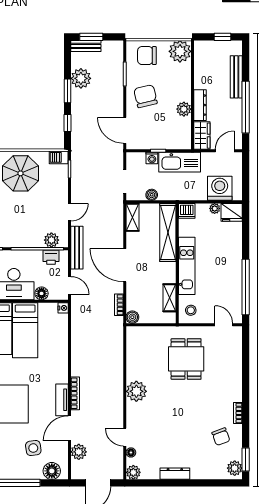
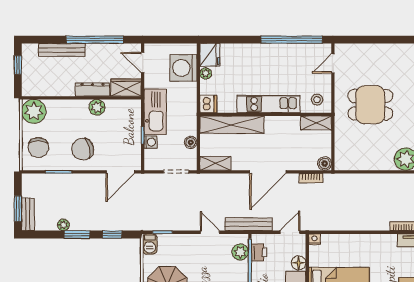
plant: (81, 78) -> (63, 225), width x0.53, depth x0.53
shelving: (170, 298) -> (316, 123), moved

